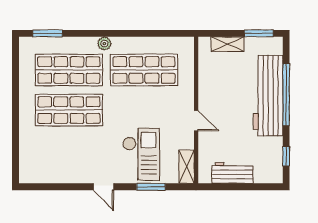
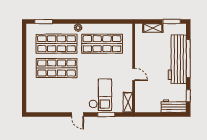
workbench: (233, 173) -> (174, 106), moved

